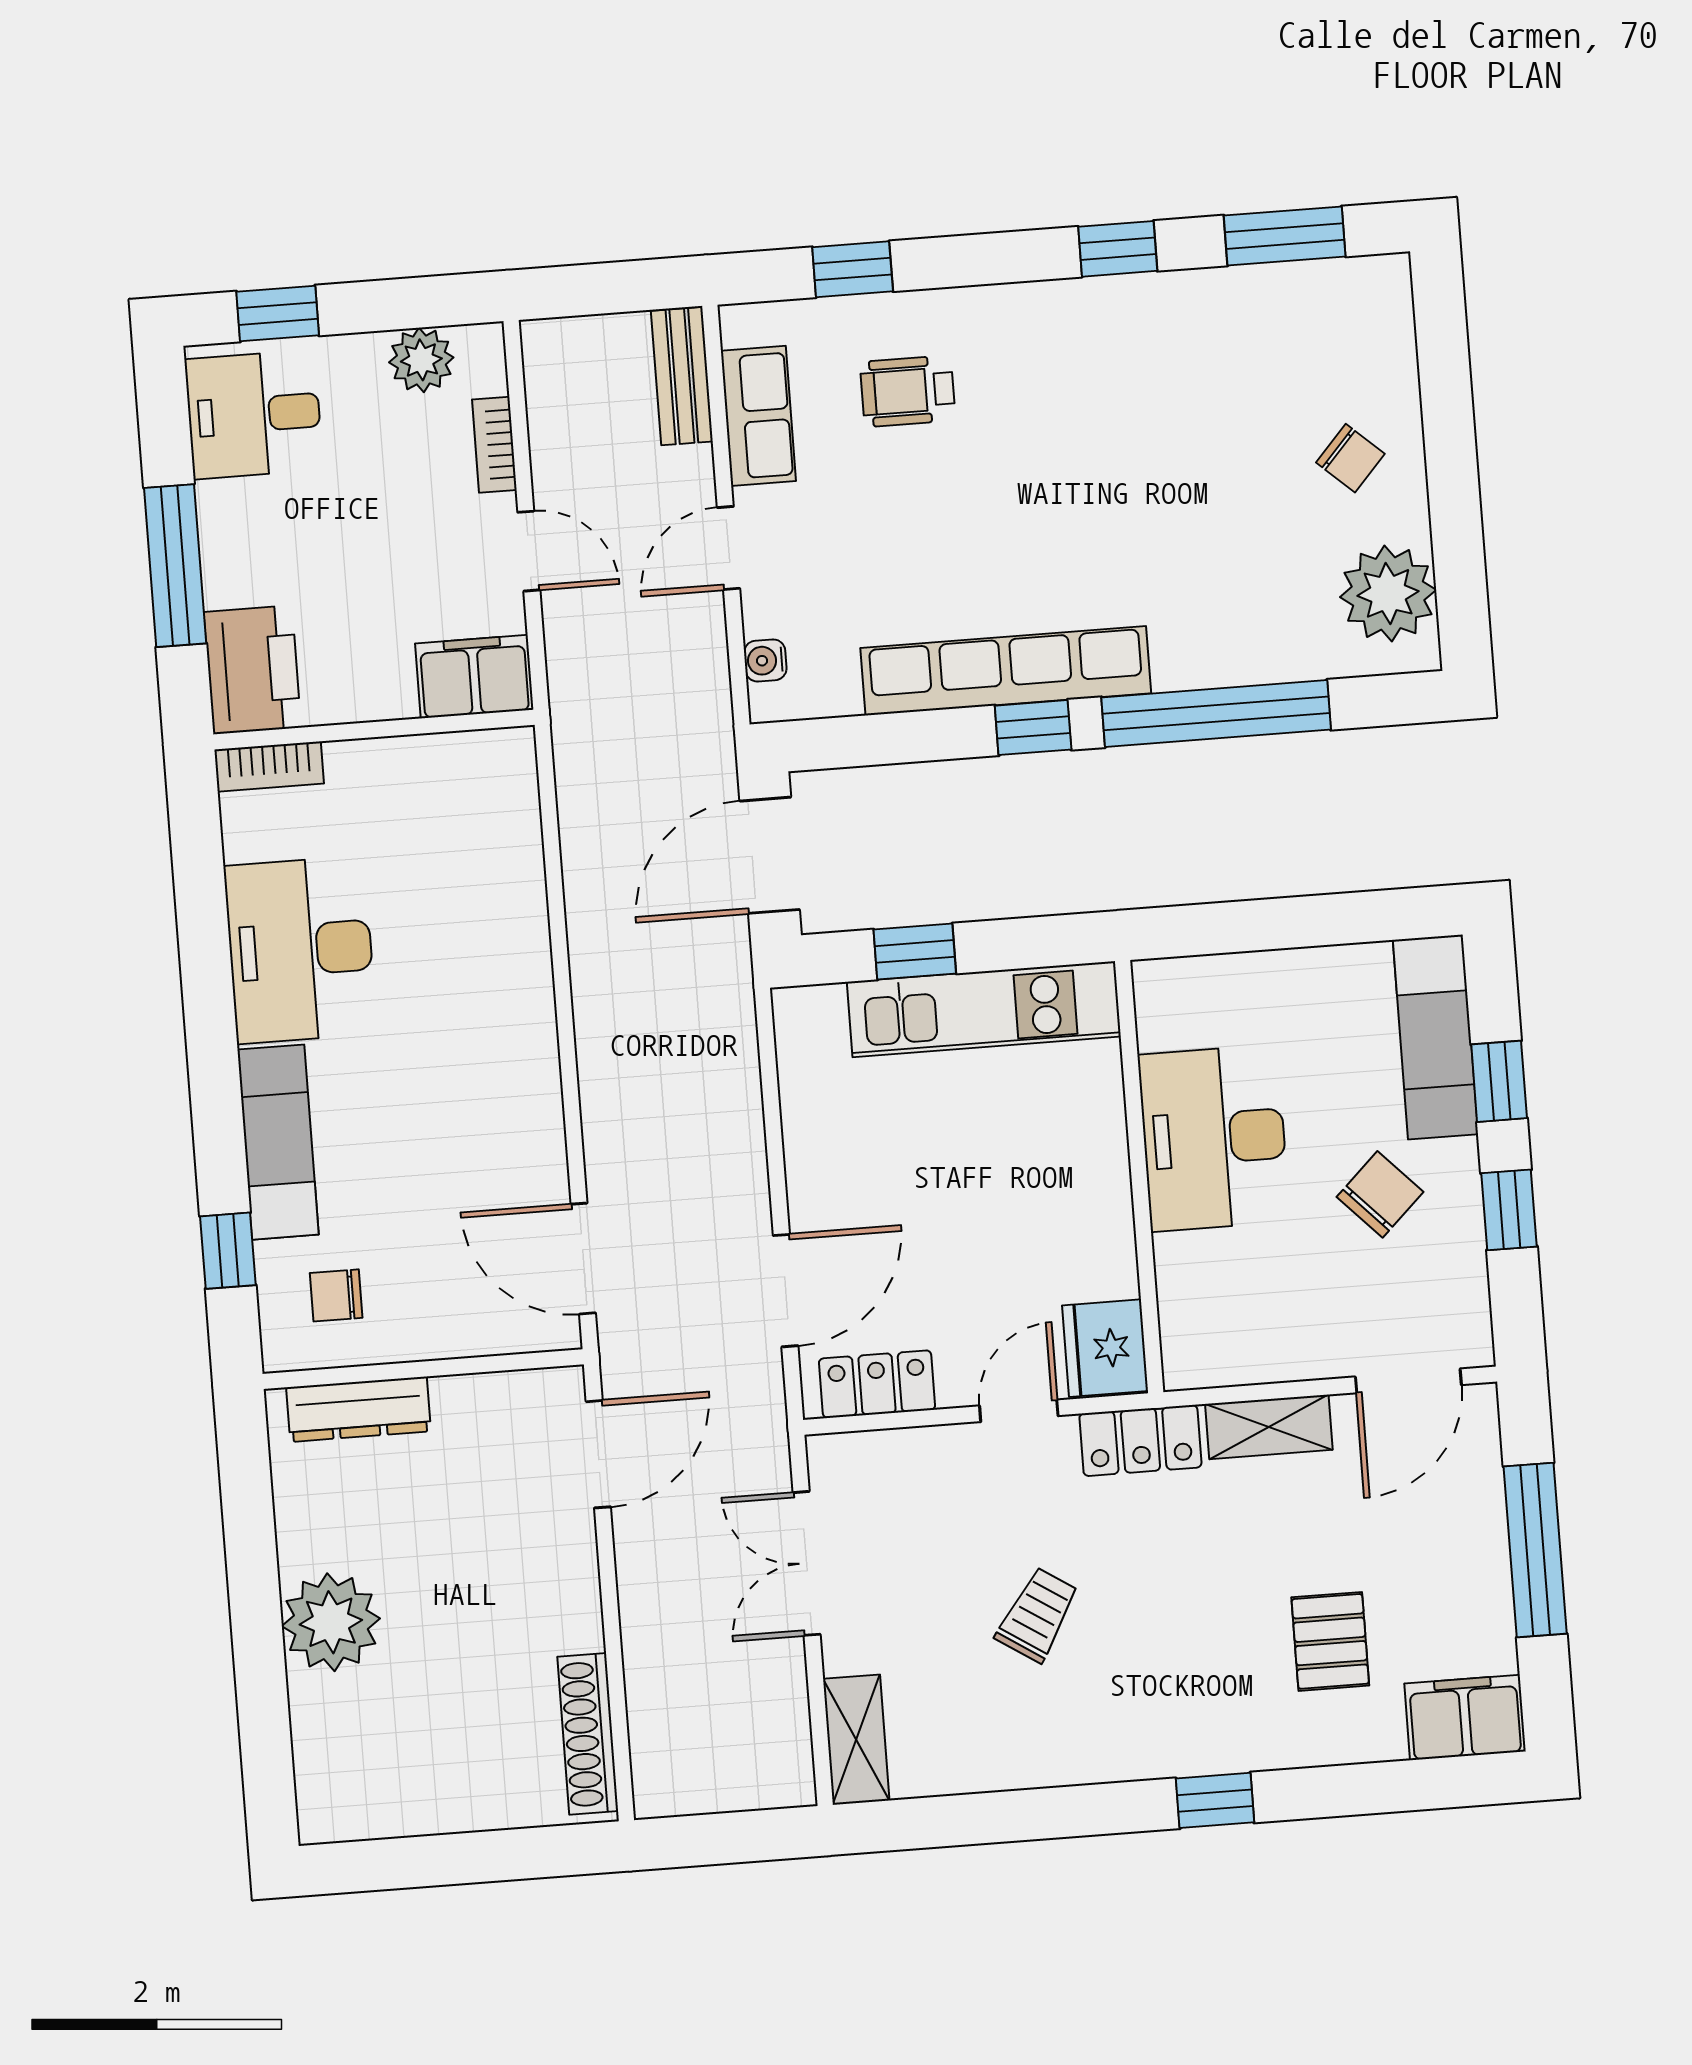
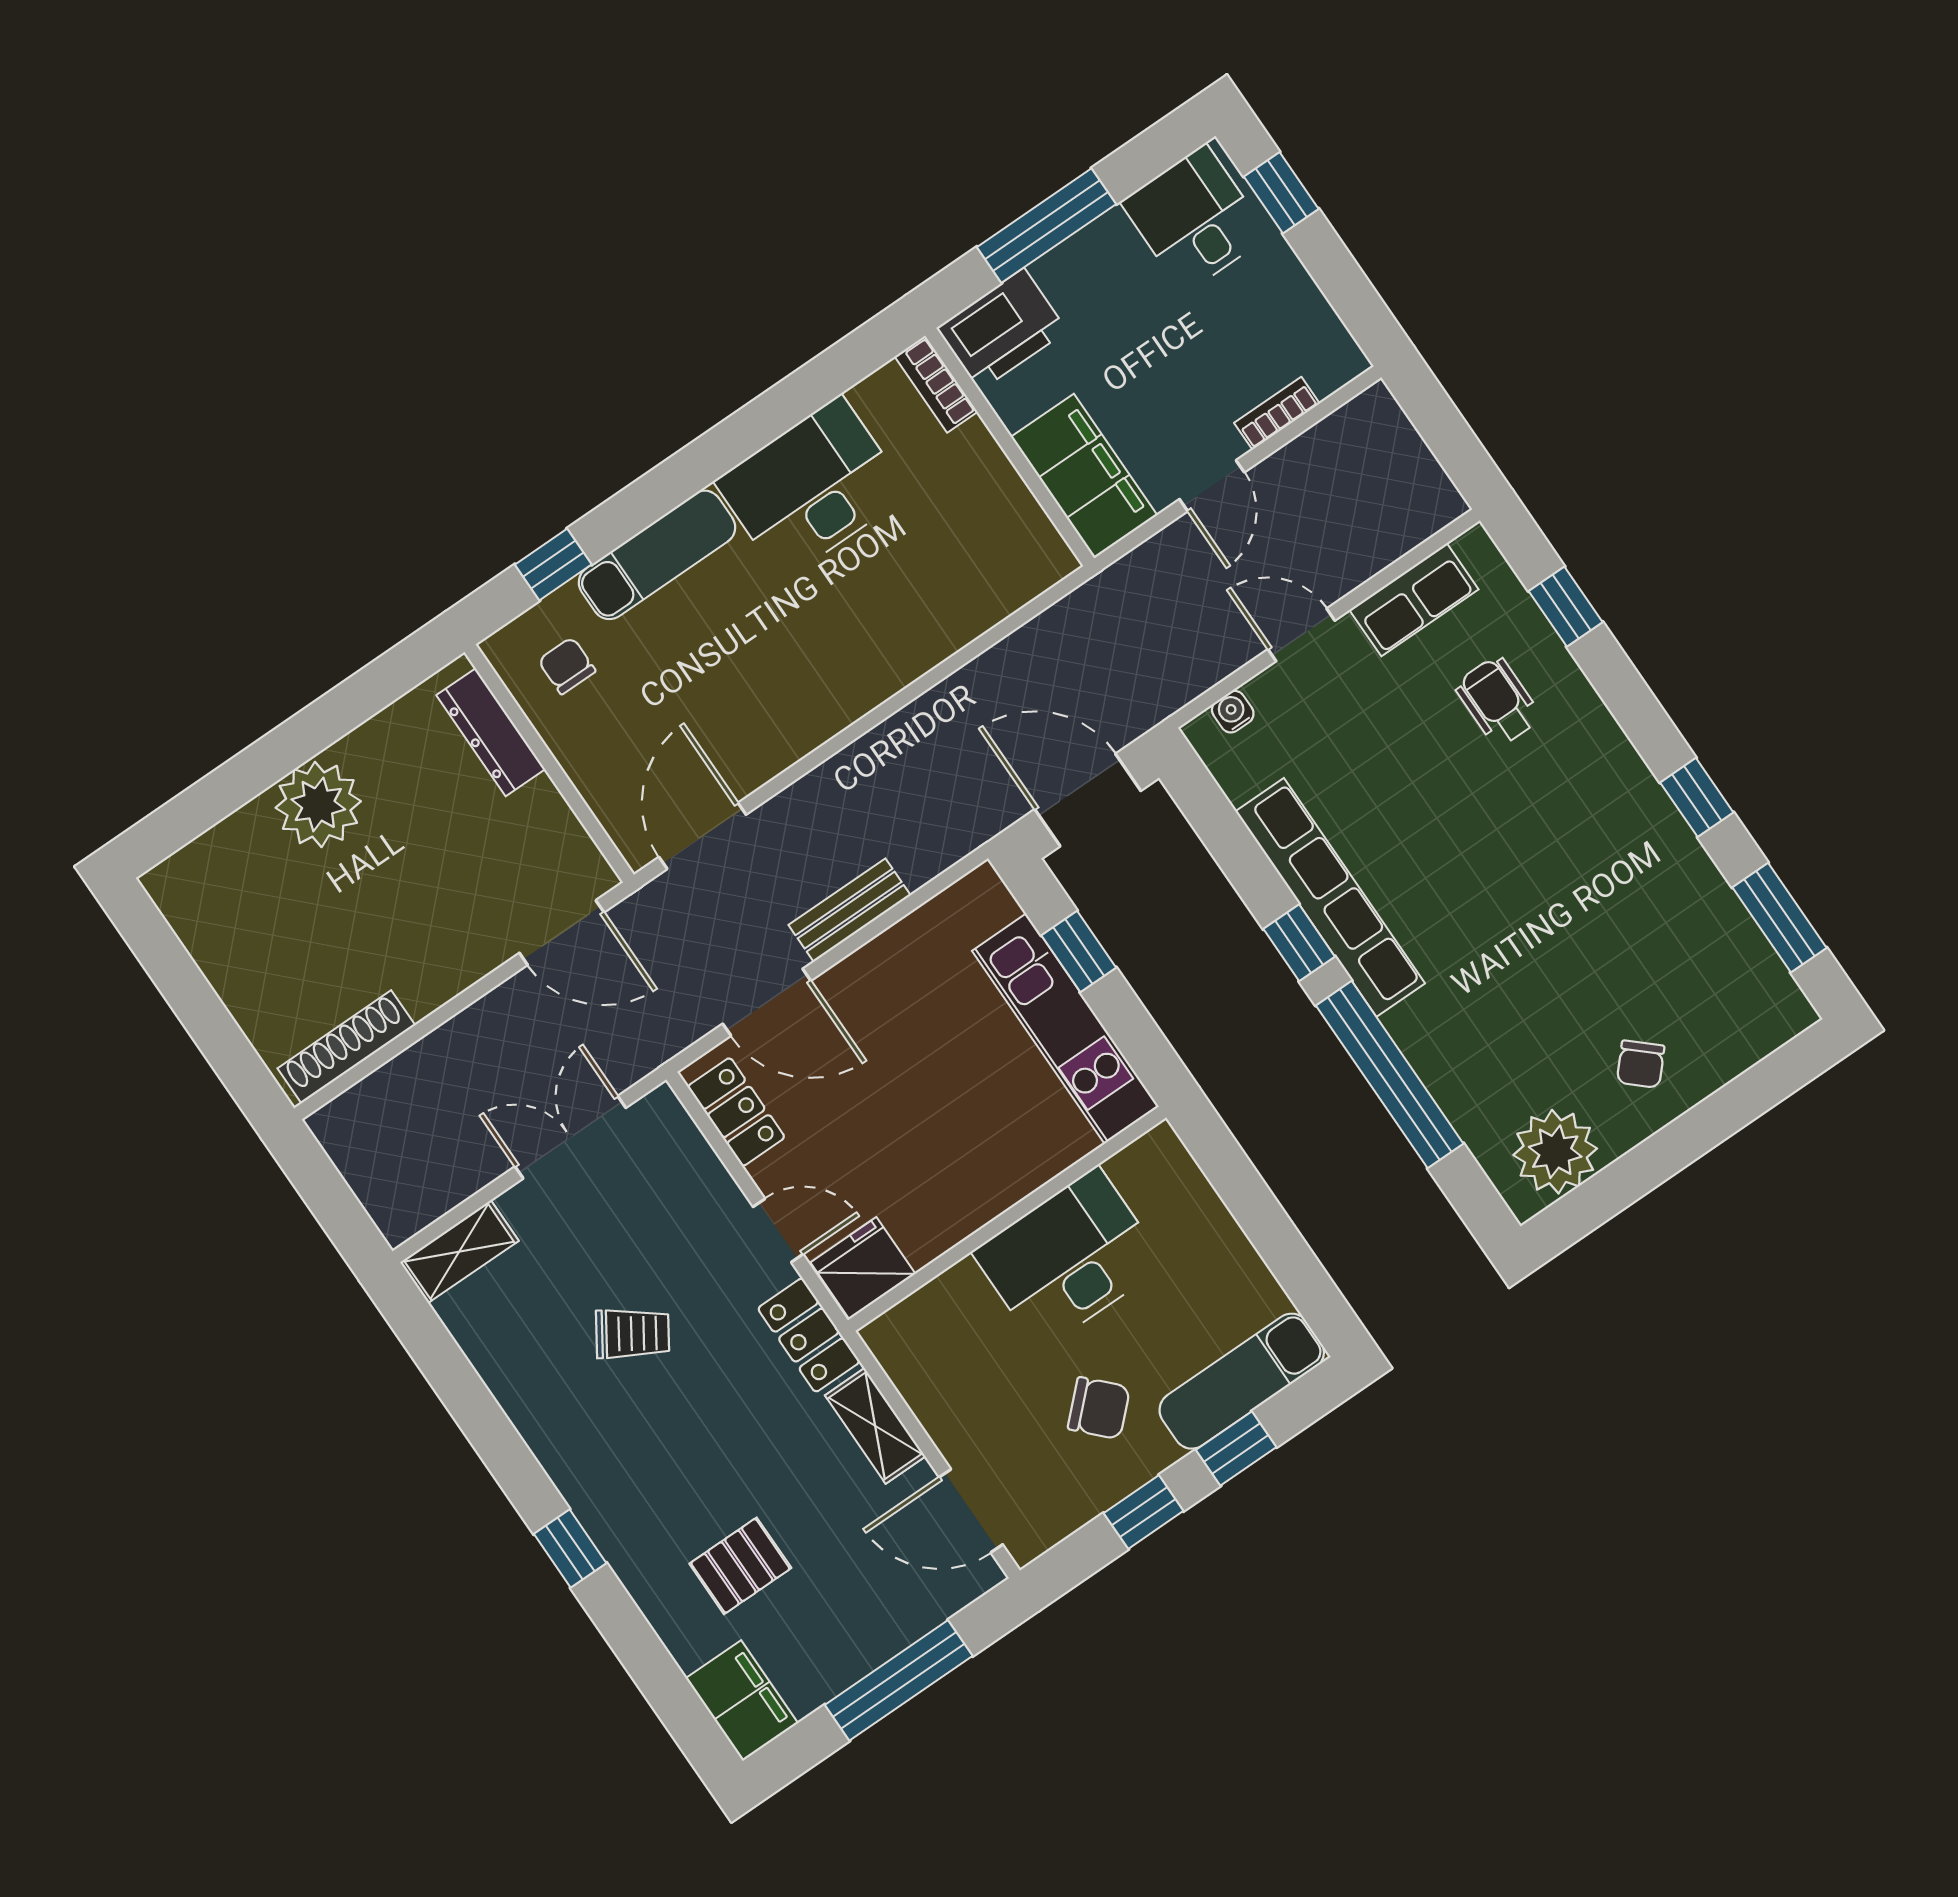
plant: (421, 360) -> (1309, 321), removed
bench: (682, 376) -> (850, 910), moved
filing cabinet: (474, 677) -> (1084, 476), width x1.50, depth x1.17

